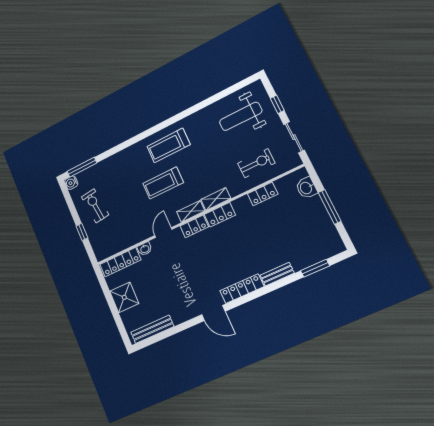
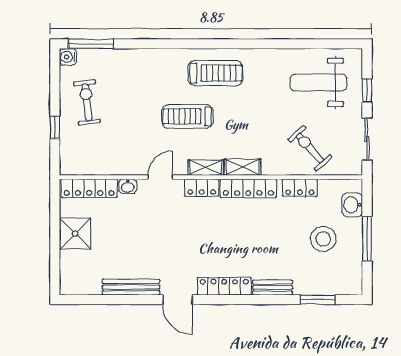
treadmill: (169, 145) -> (215, 73), turned 180
exercise bike: (256, 163) -> (310, 148), turned -132
locker: (220, 215) -> (248, 188), width x1.53
stool: (297, 222) -> (323, 239), added
bench: (152, 329) -> (131, 287), moved

